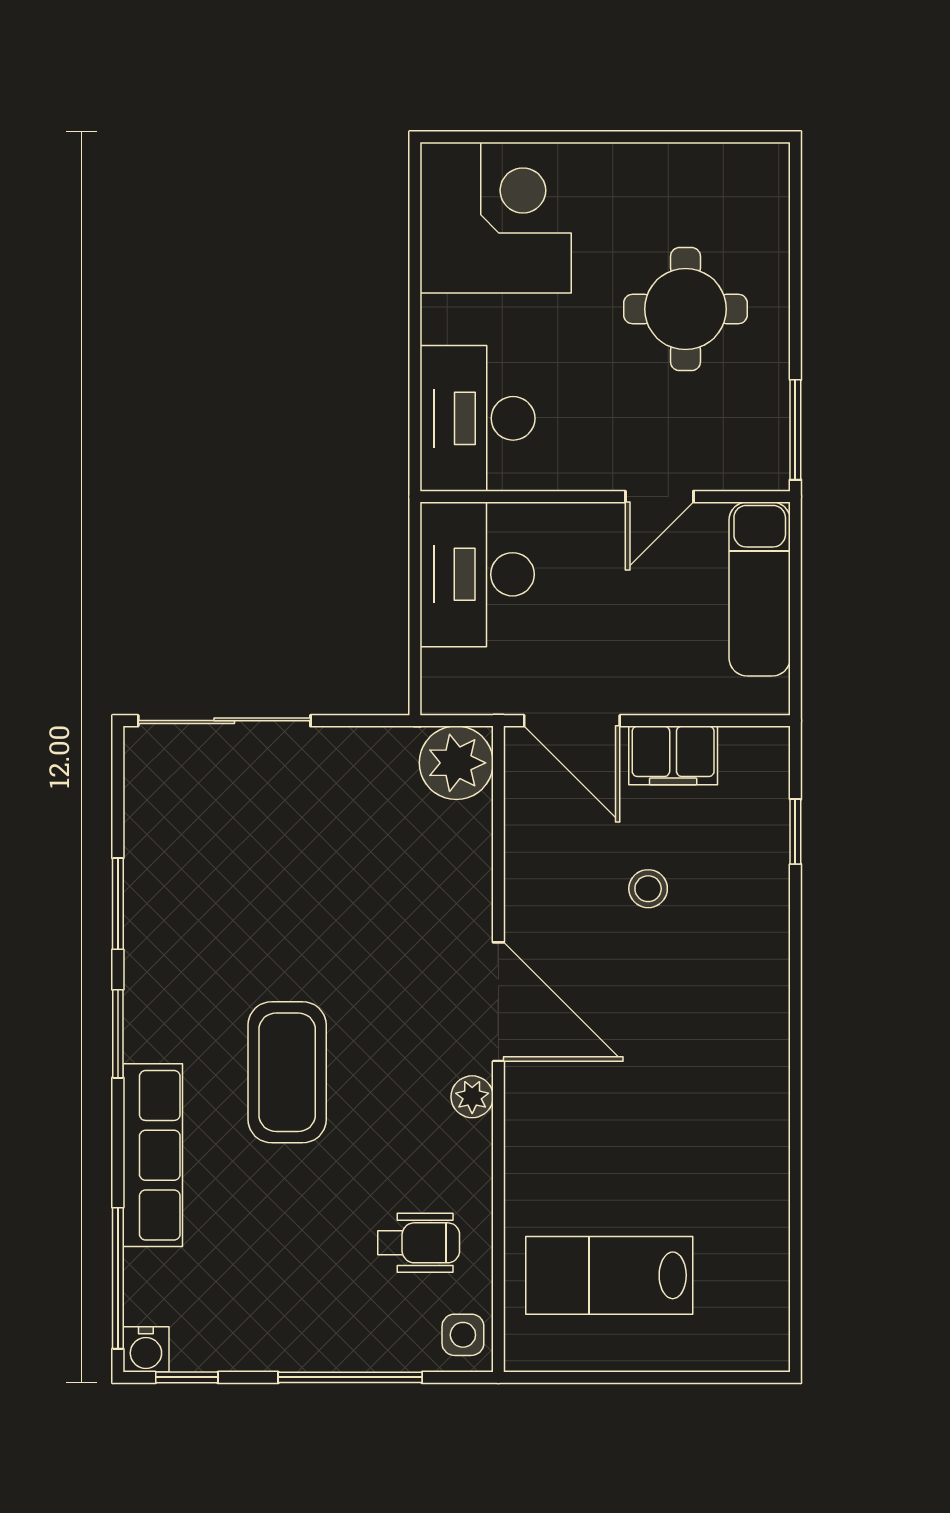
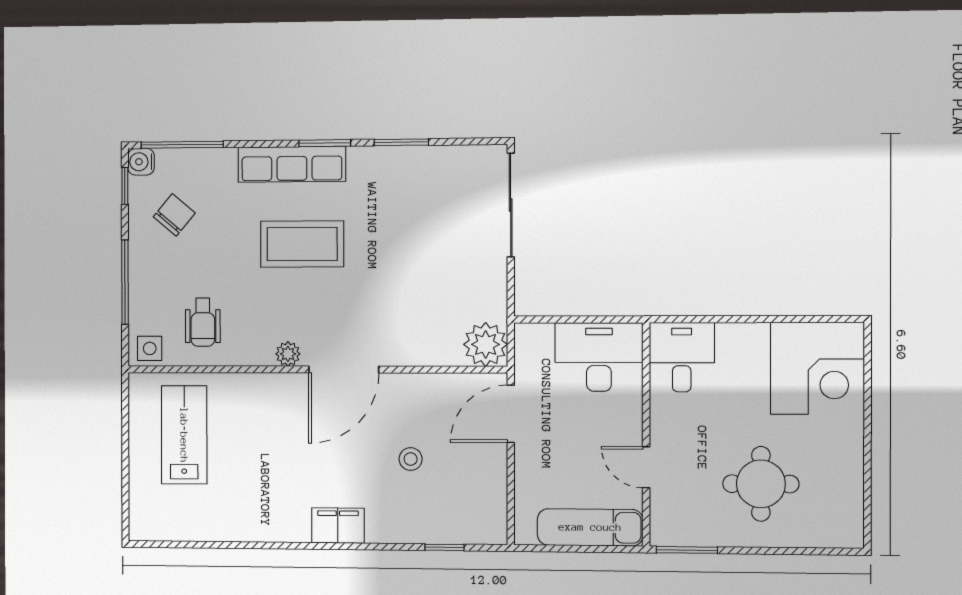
desk: (478, 418) -> (682, 357), width x0.73
filing cabinet: (673, 755) -> (338, 526), moved, turned 90
row of seats: (153, 1155) -> (292, 164), moved
chair: (236, 1292) -> (174, 215), added

